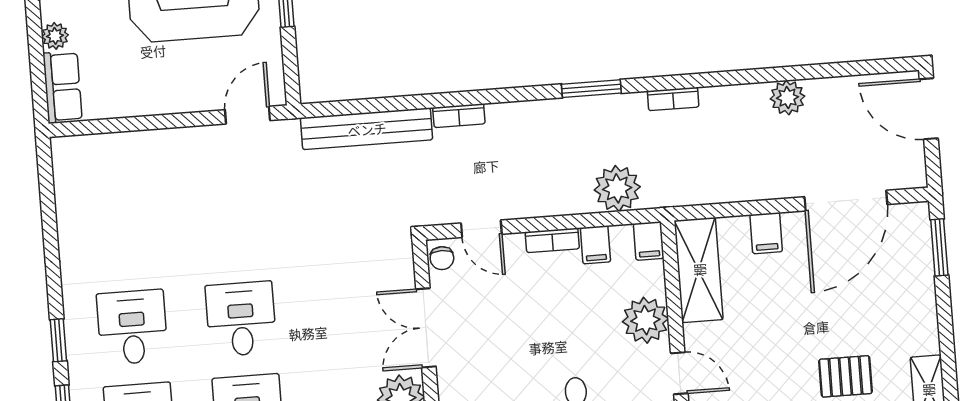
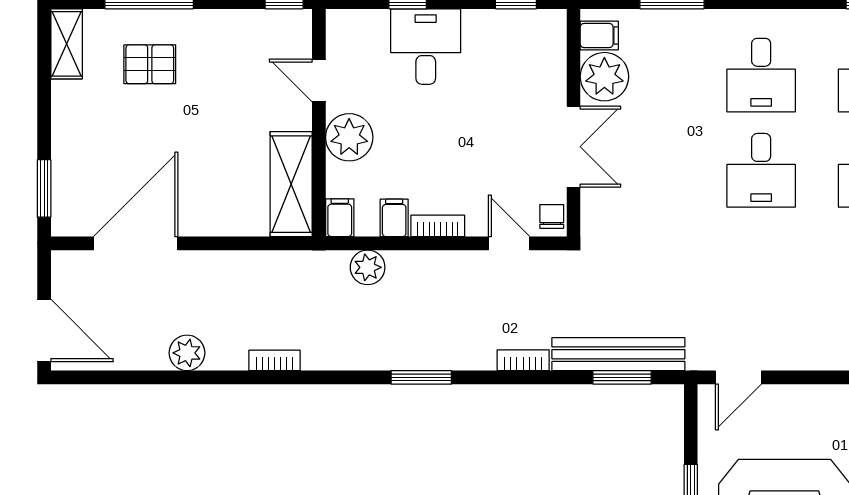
window: (591, 89) -> (421, 377), moved
bookcase: (673, 99) -> (275, 360), moved
window: (361, 106) -> (622, 377), added
plant: (617, 188) -> (368, 267), width x0.73, depth x0.73
filing cabinet: (766, 233) -> (219, 216), removed

